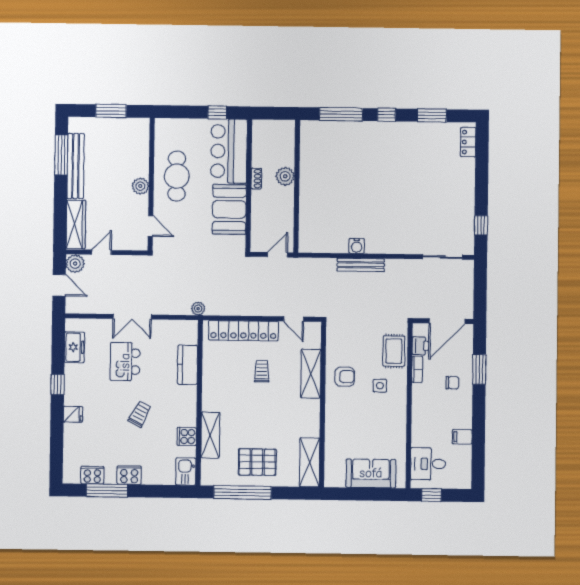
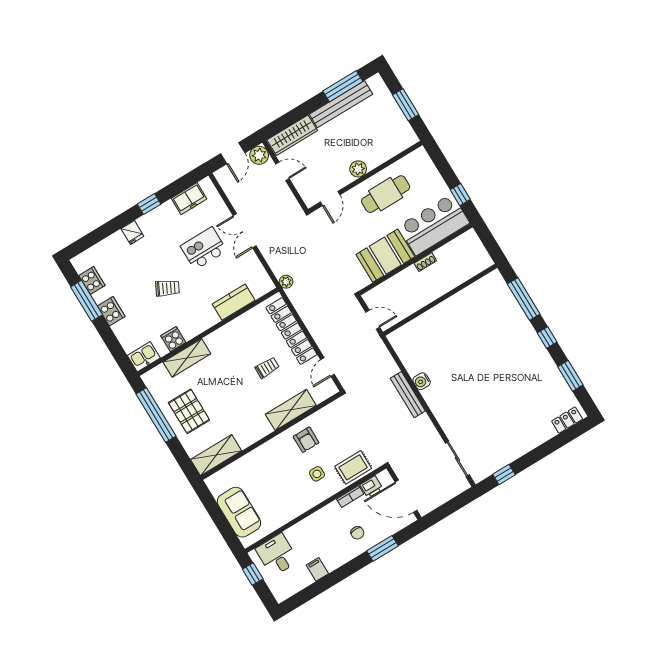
plant: (285, 176) -> (442, 285), removed

